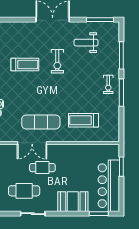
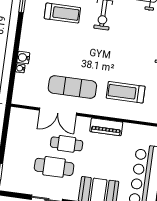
piano: (72, 150) -> (106, 127), added
cafe table: (24, 191) -> (54, 167), moved

